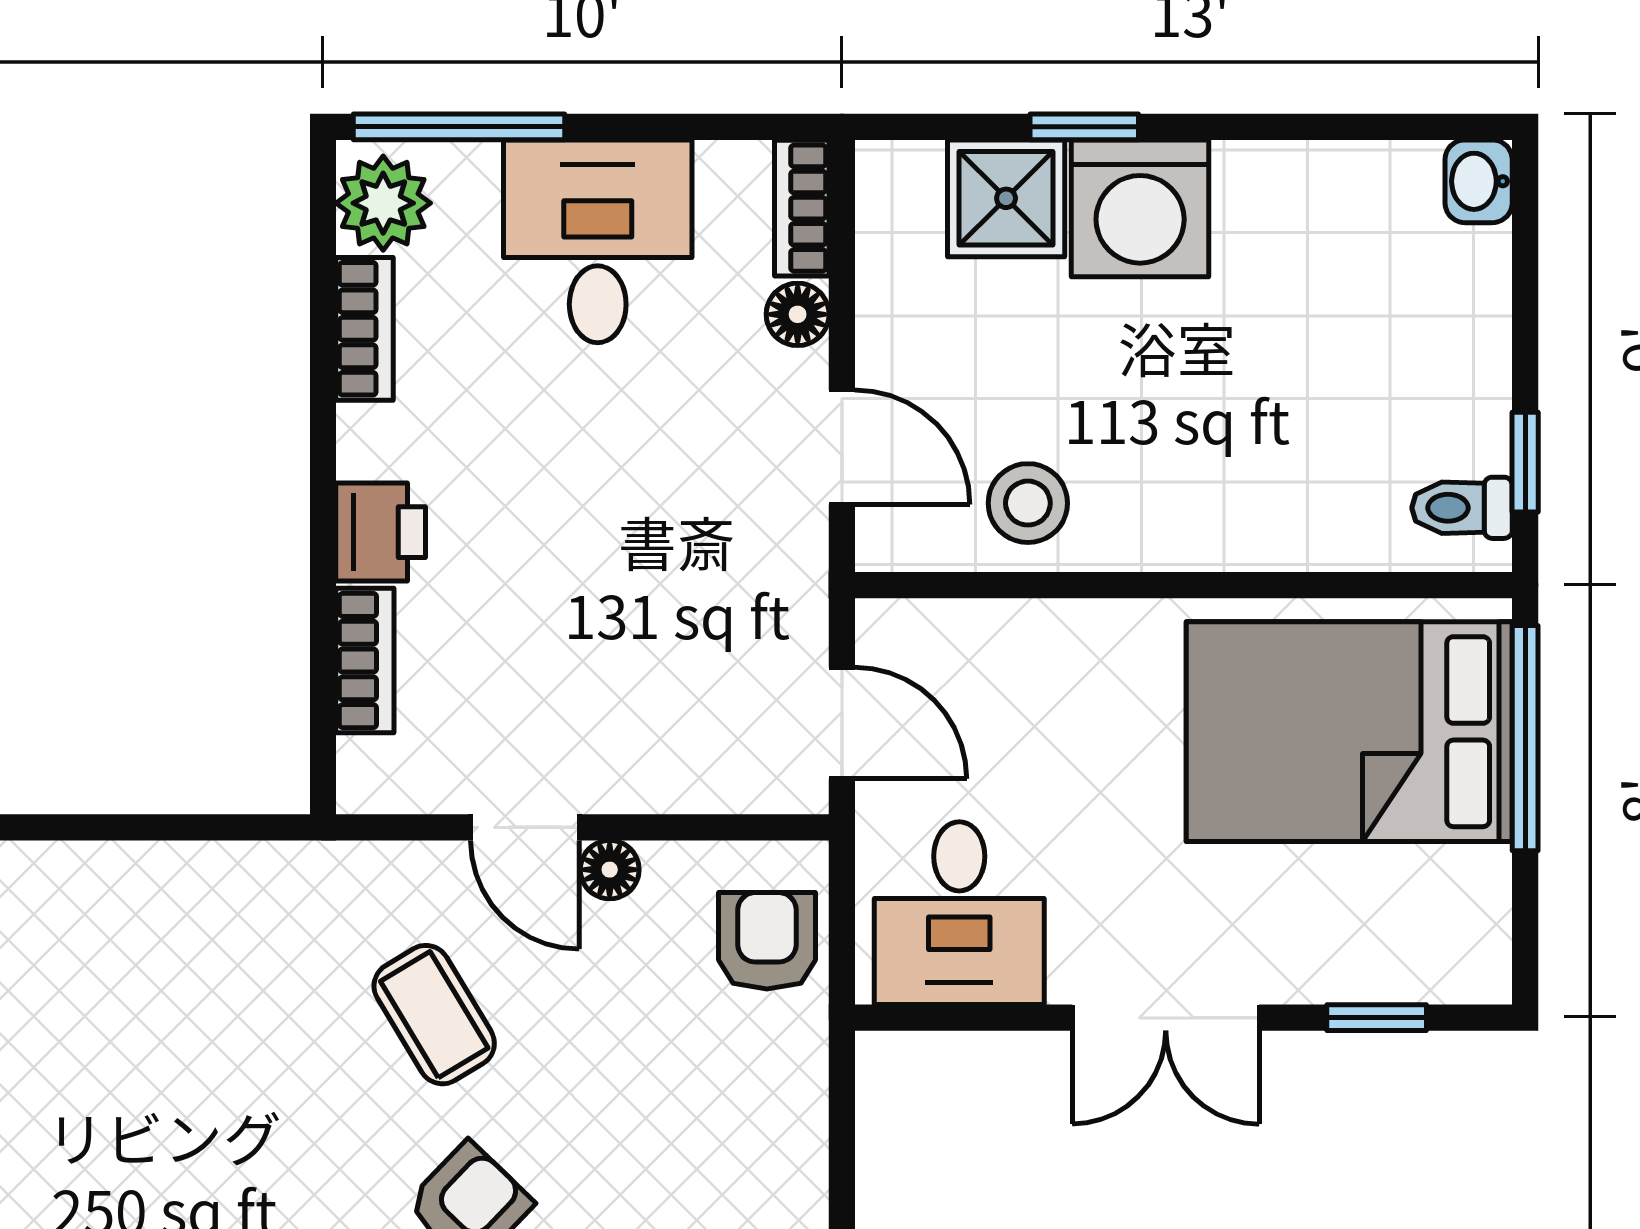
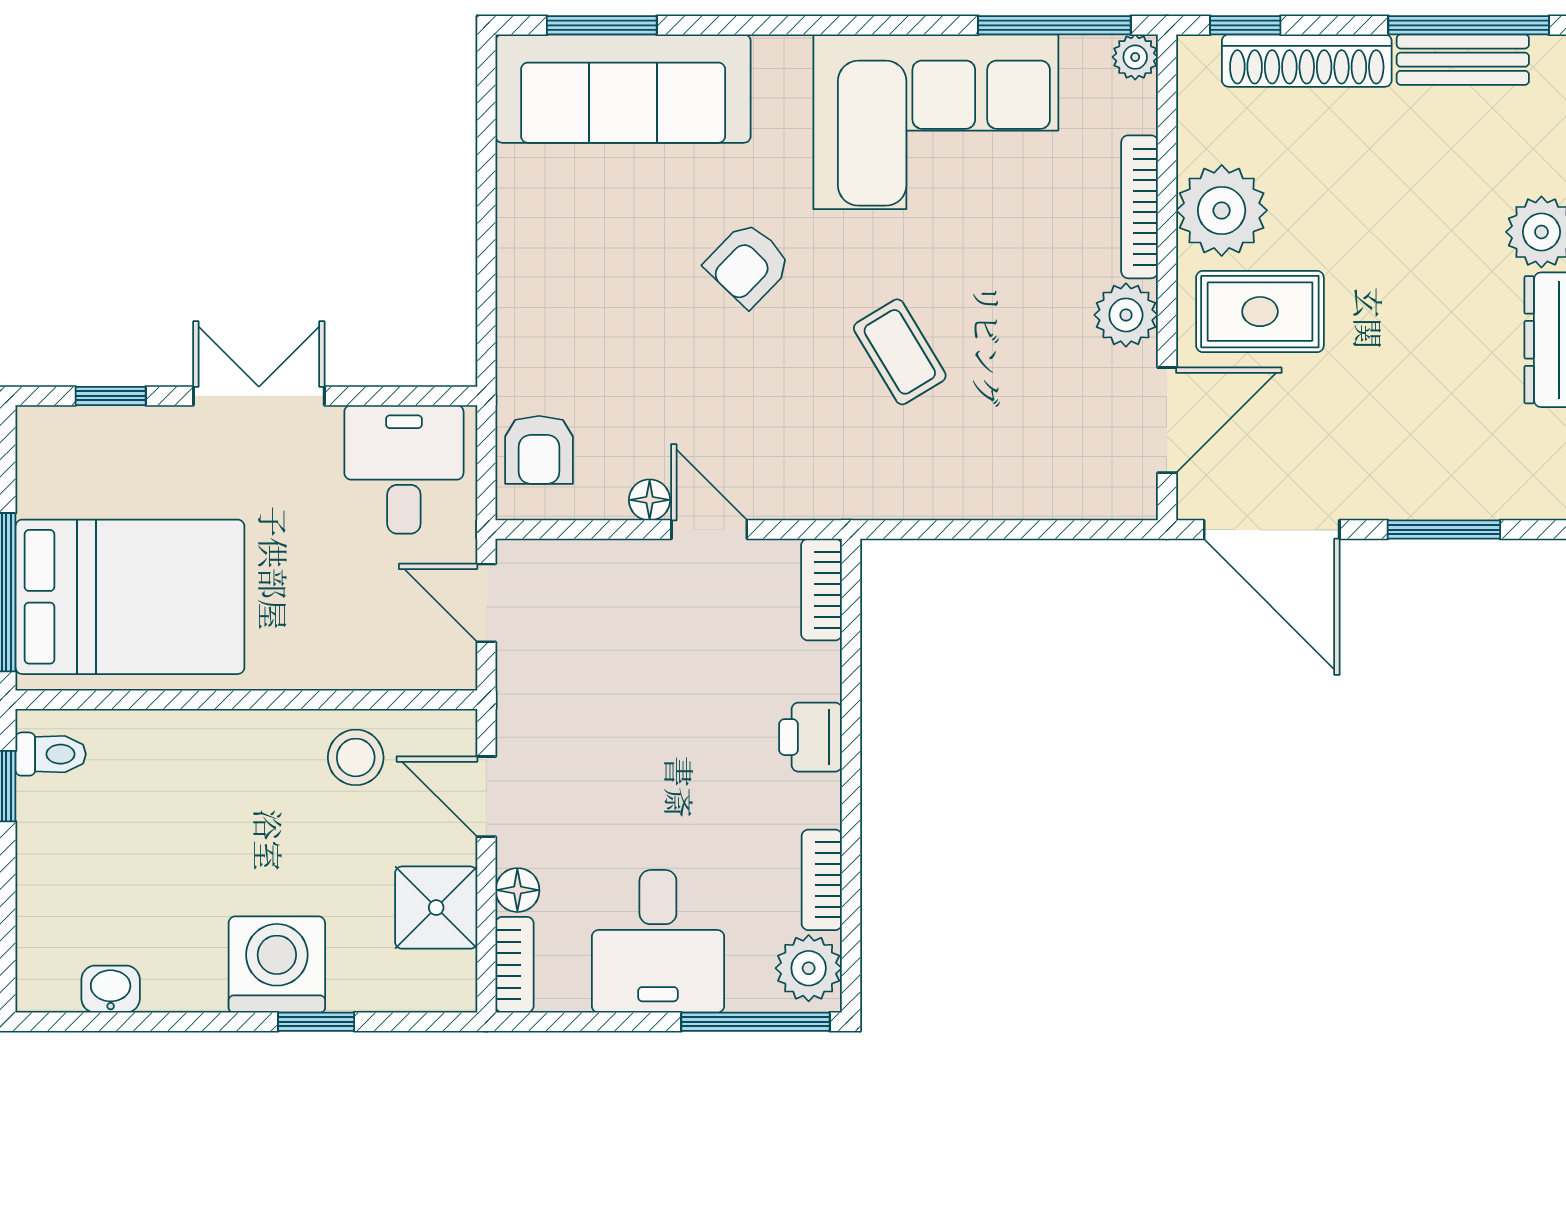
washbasin: (1479, 181) -> (111, 989), moved, turned -90
shower: (1006, 198) -> (436, 908), moved
bookcase: (365, 660) -> (822, 590), moved
coffee table: (434, 1015) -> (900, 352), moved

